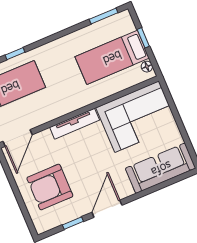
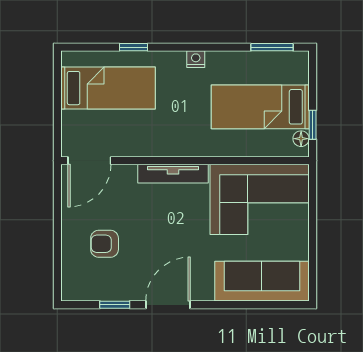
window: (143, 38) -> (313, 125), moved
nightstand: (58, 44) -> (196, 59), added
armchair: (50, 187) -> (105, 244), width x0.53, depth x0.53

